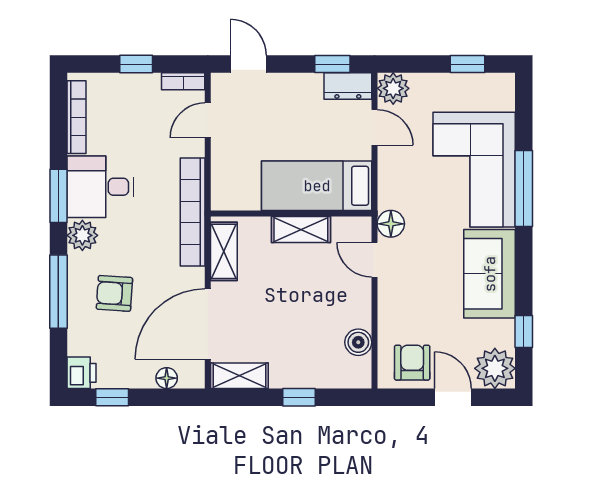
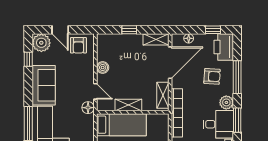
boiler: (358, 342) -> (103, 67), moved
printer: (81, 373) -> (224, 47), width x1.87, depth x1.48

